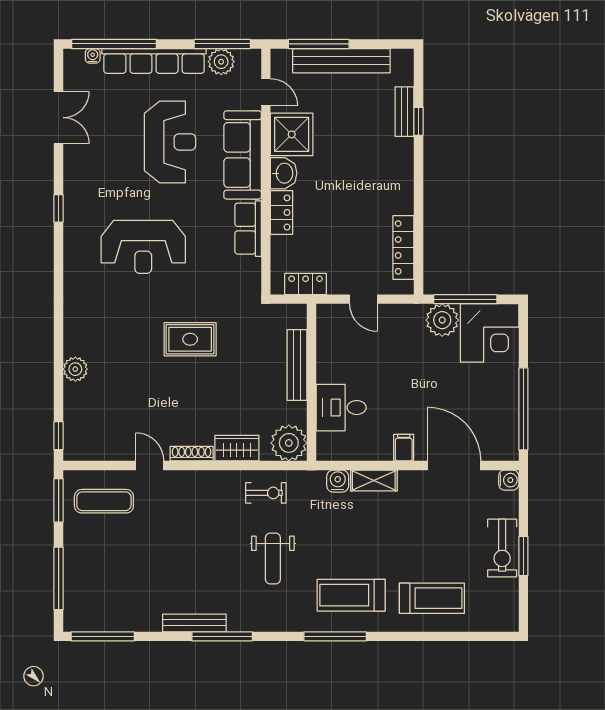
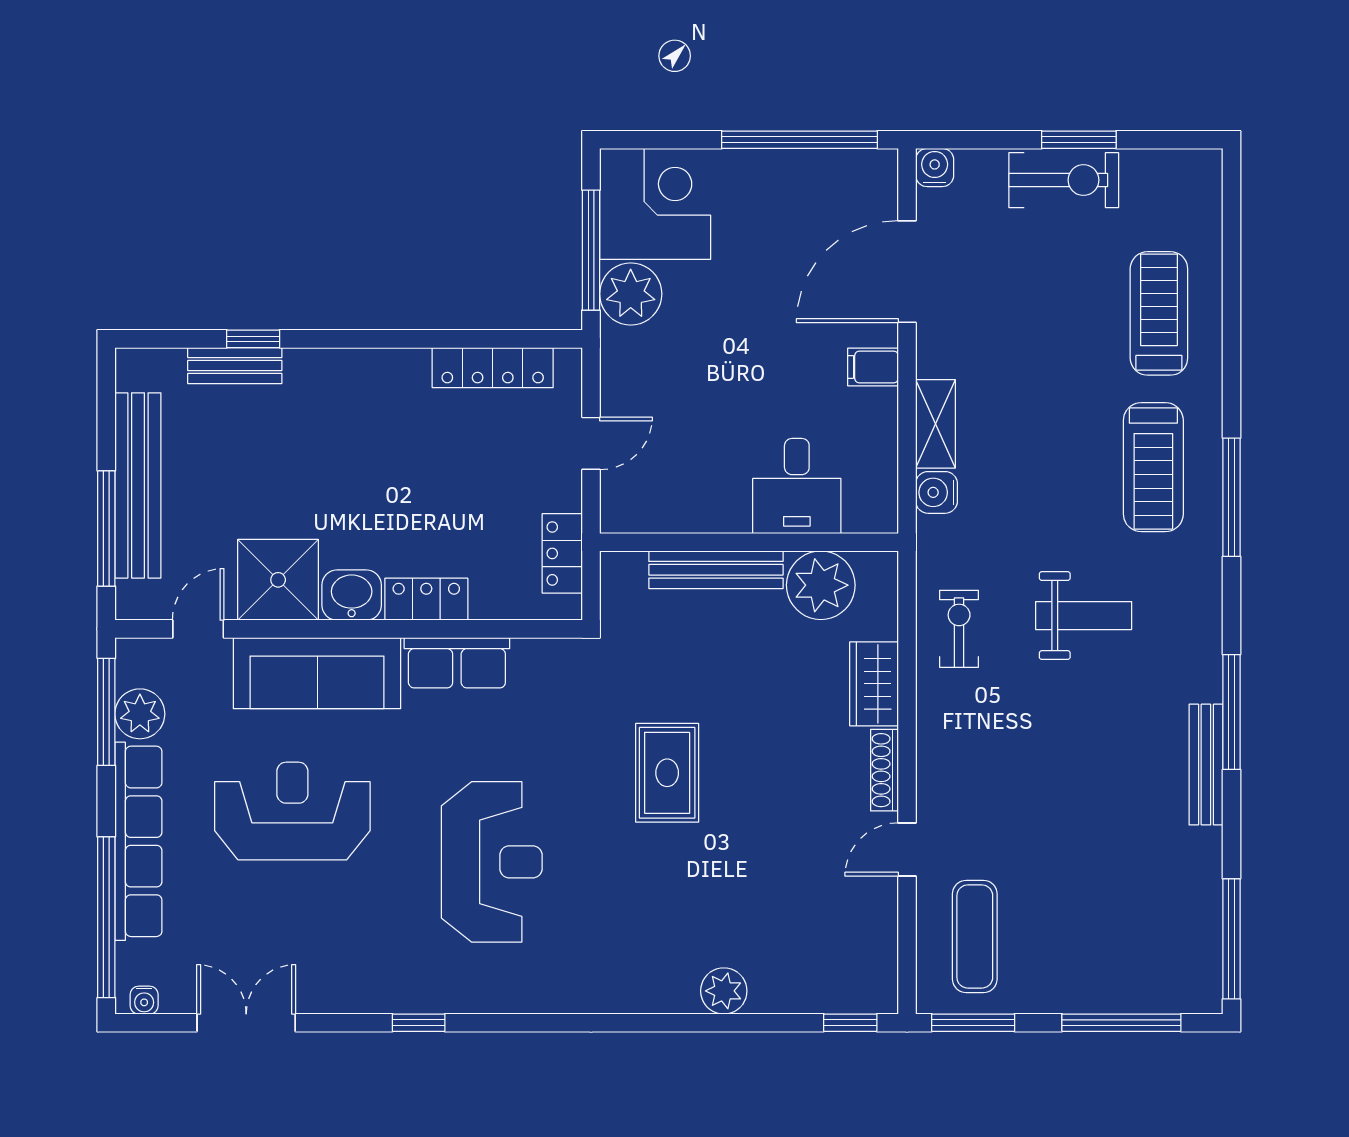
water cooler: (93, 56) -> (144, 1000), moved, turned -90
plant: (289, 443) -> (821, 585), moved

